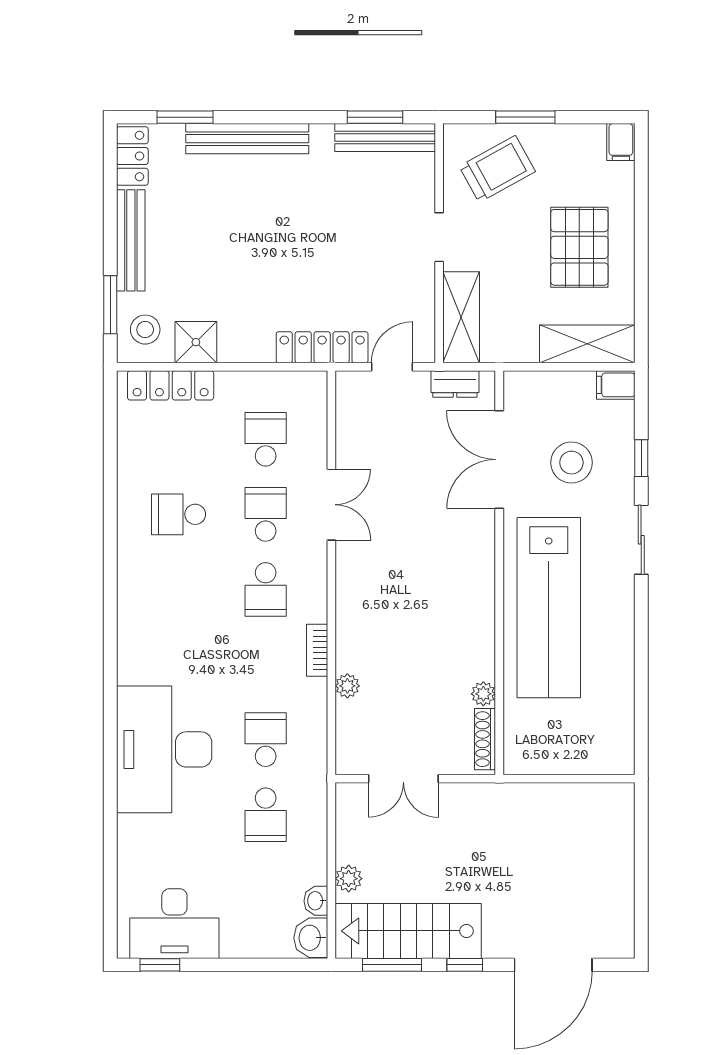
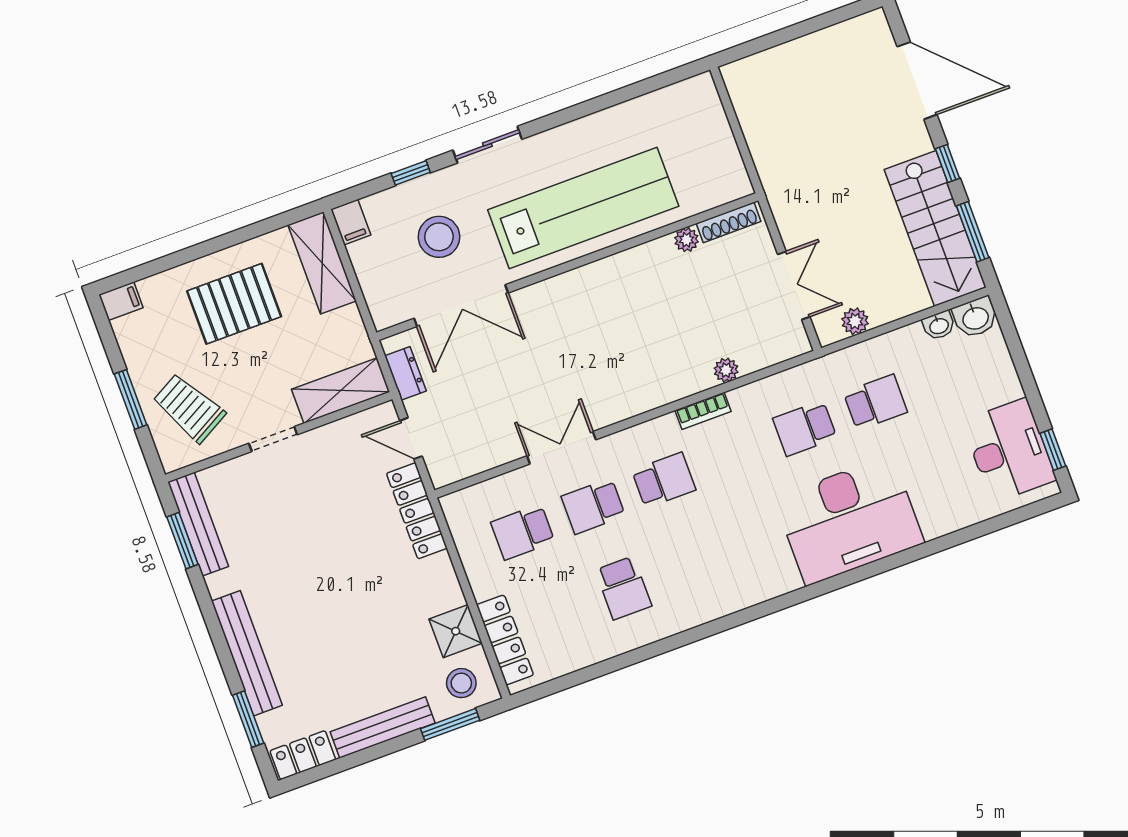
plant: (349, 879) -> (855, 321), moved

